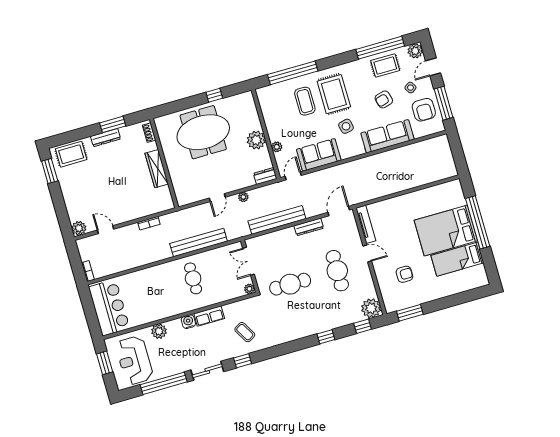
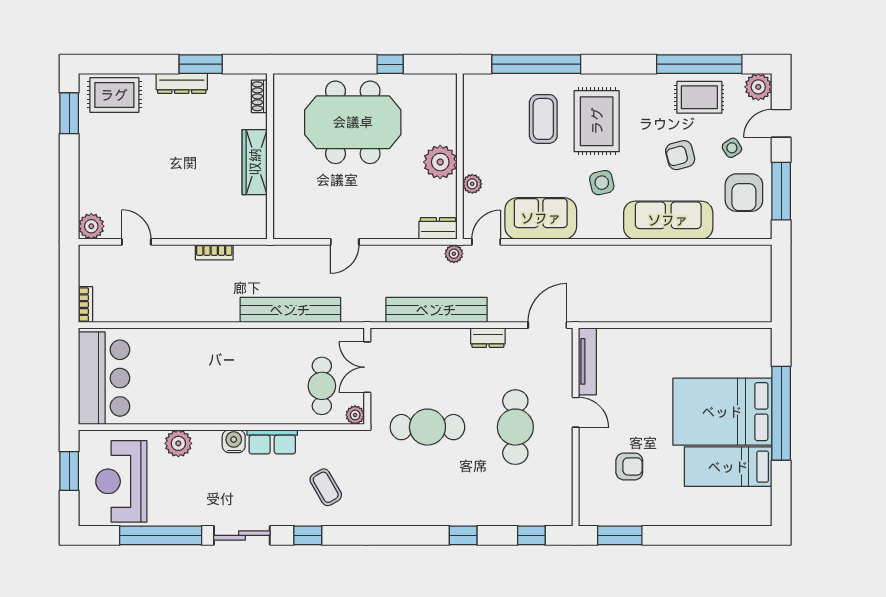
plant: (243, 197) -> (454, 254), moved
dresser: (309, 227) -> (488, 338), width x0.70
cafe table: (193, 278) -> (322, 386), moved
plant: (371, 308) -> (555, 509), removed

